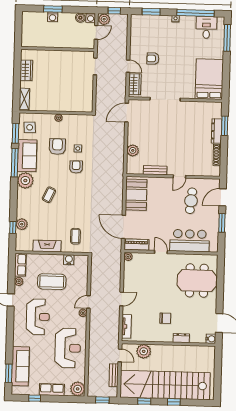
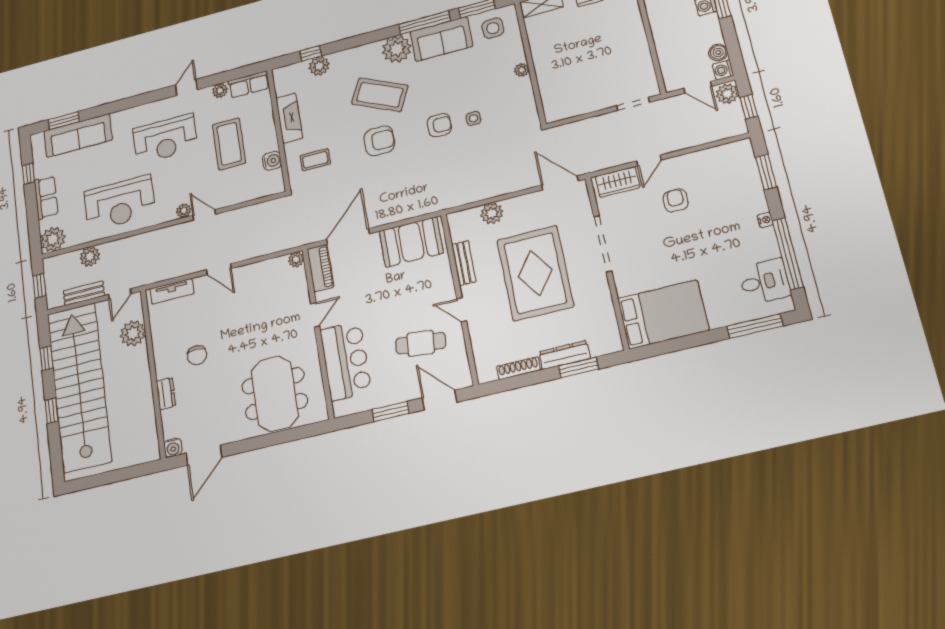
rug: (171, 136) -> (535, 273), added
armchair: (57, 147) -> (379, 141), moved
coffee table: (49, 195) -> (380, 95), width x1.86, depth x1.72
plant: (94, 369) -> (90, 256), added

